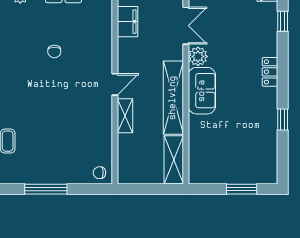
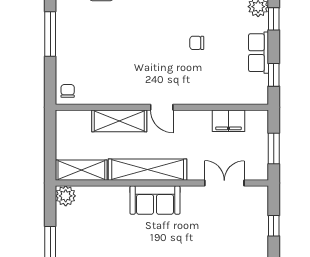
double door: (186, 26) -> (224, 183), swing flipped
plant: (198, 56) -> (66, 196), moved
shelving: (125, 116) -> (119, 121), width x1.50, depth x1.33

